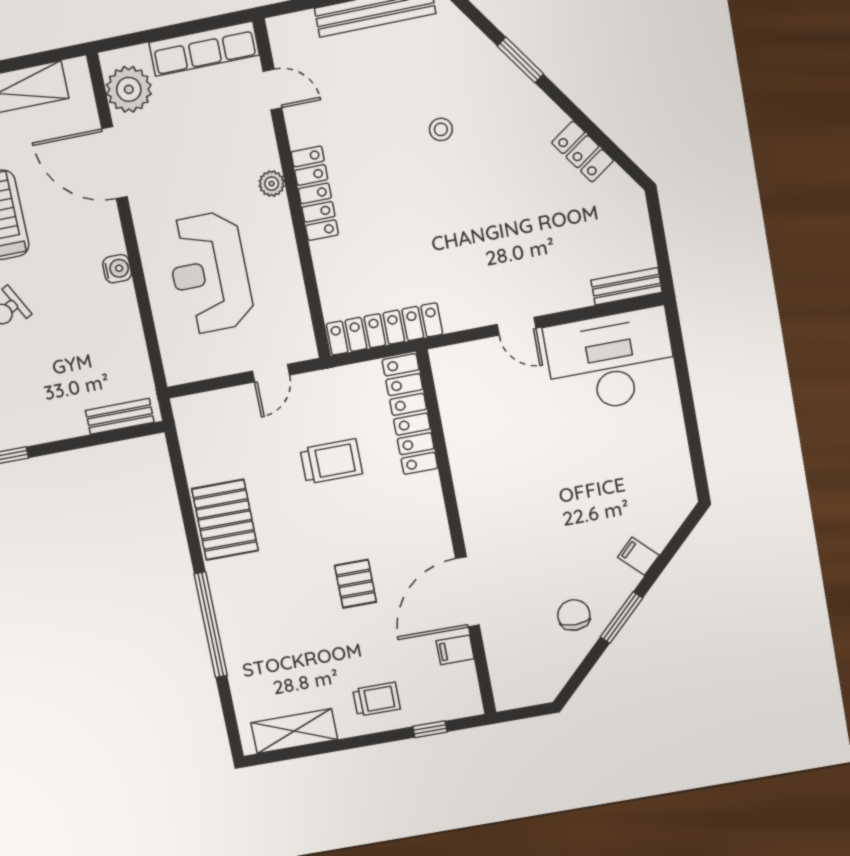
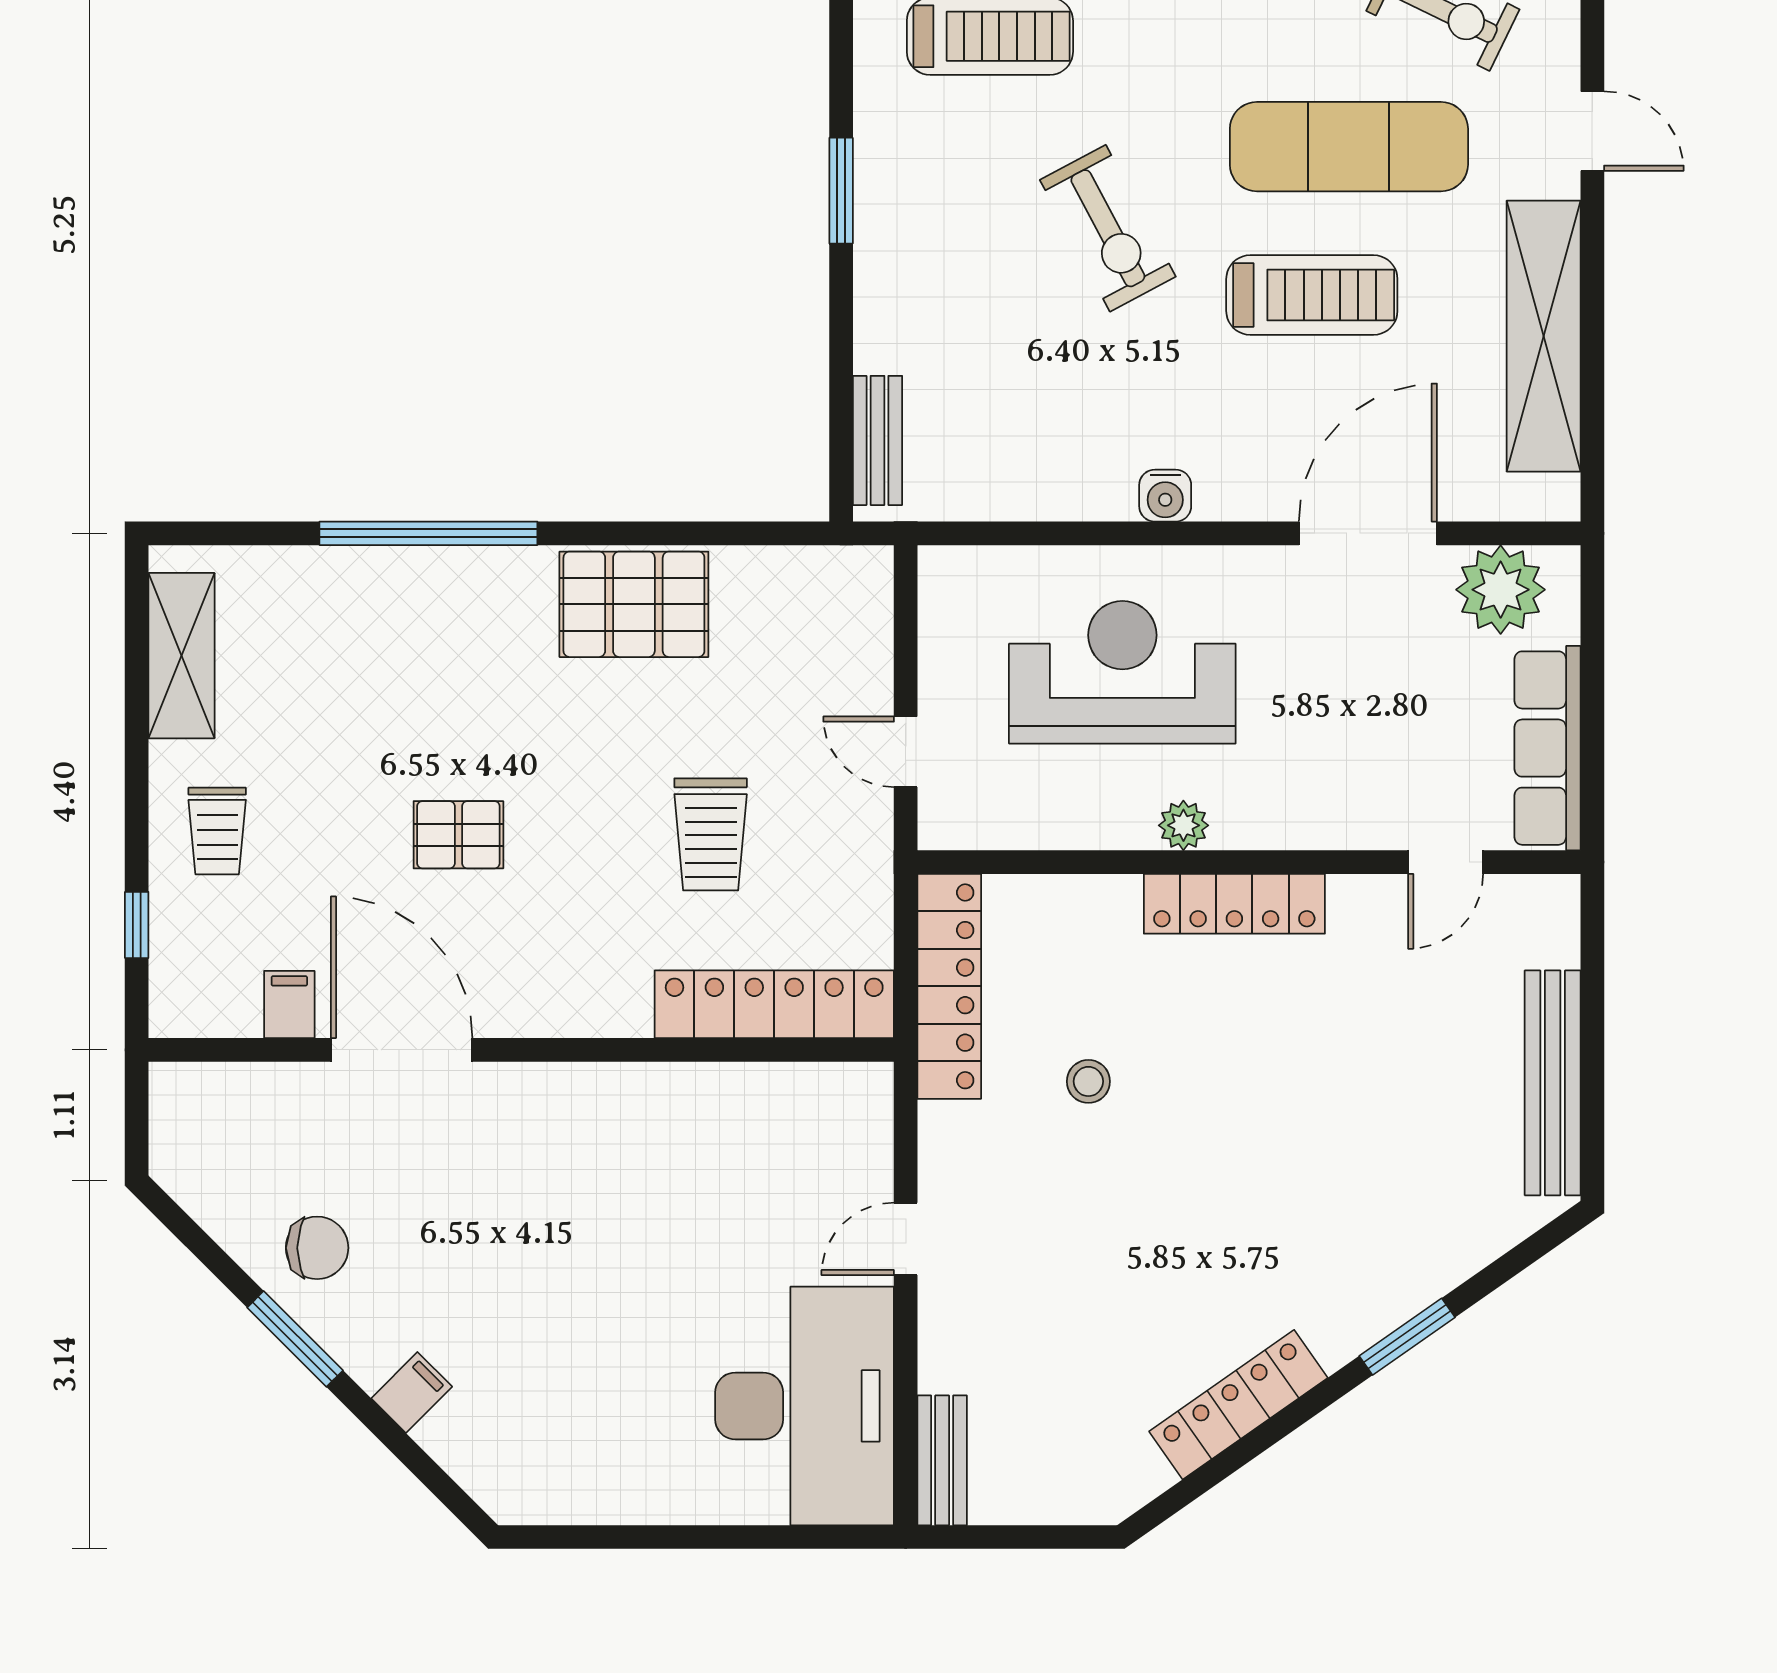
stool: (441, 129) -> (1088, 1081), moved
locker: (583, 152) -> (1238, 1405), width x1.53
plant: (272, 184) -> (1183, 825), moved

